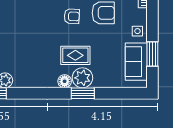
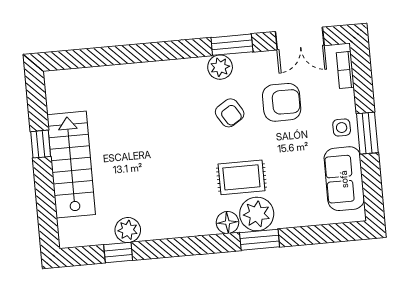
armchair: (72, 16) -> (230, 113), turned 55
window: (152, 54) -> (367, 133), moved

